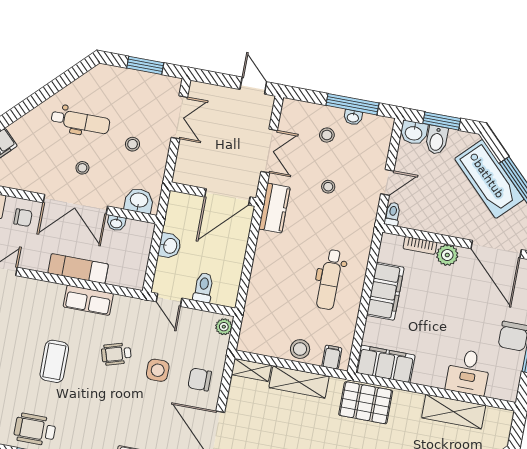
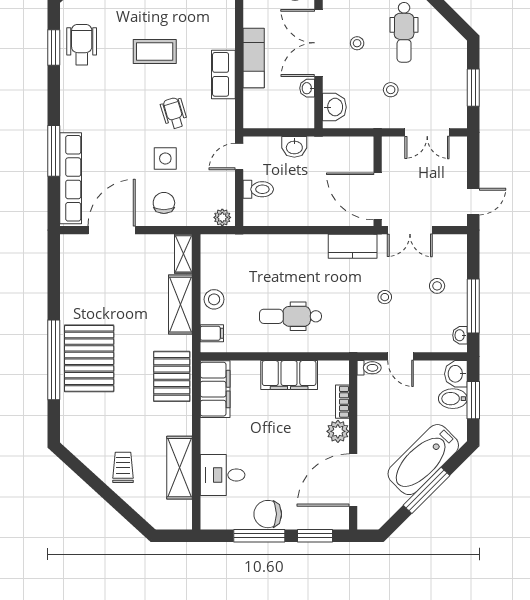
washbasin: (353, 117) -> (460, 335), moved
wall: (213, 194) -> (378, 181), moved
door: (227, 197) -> (378, 196), moved

